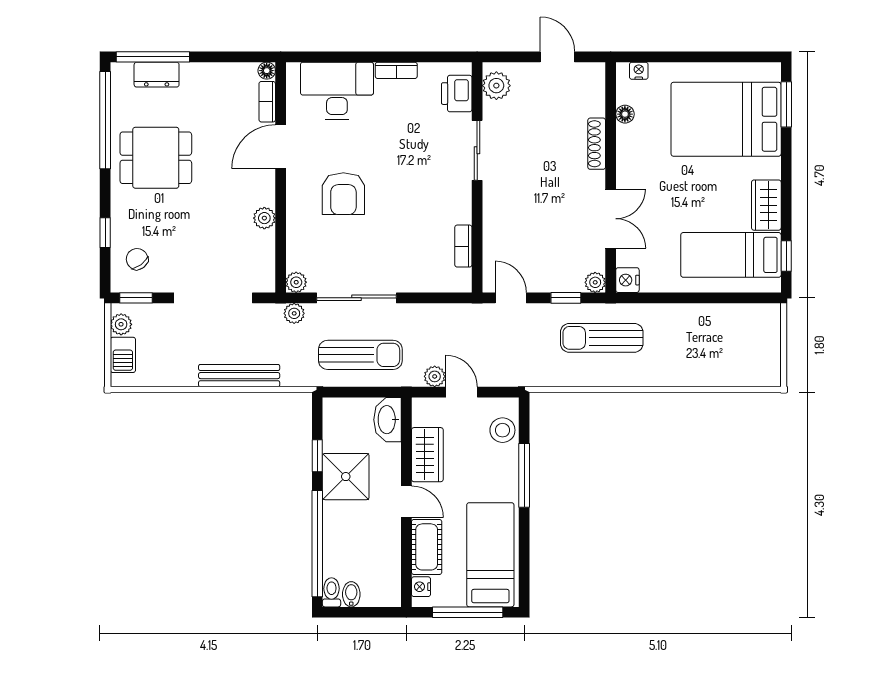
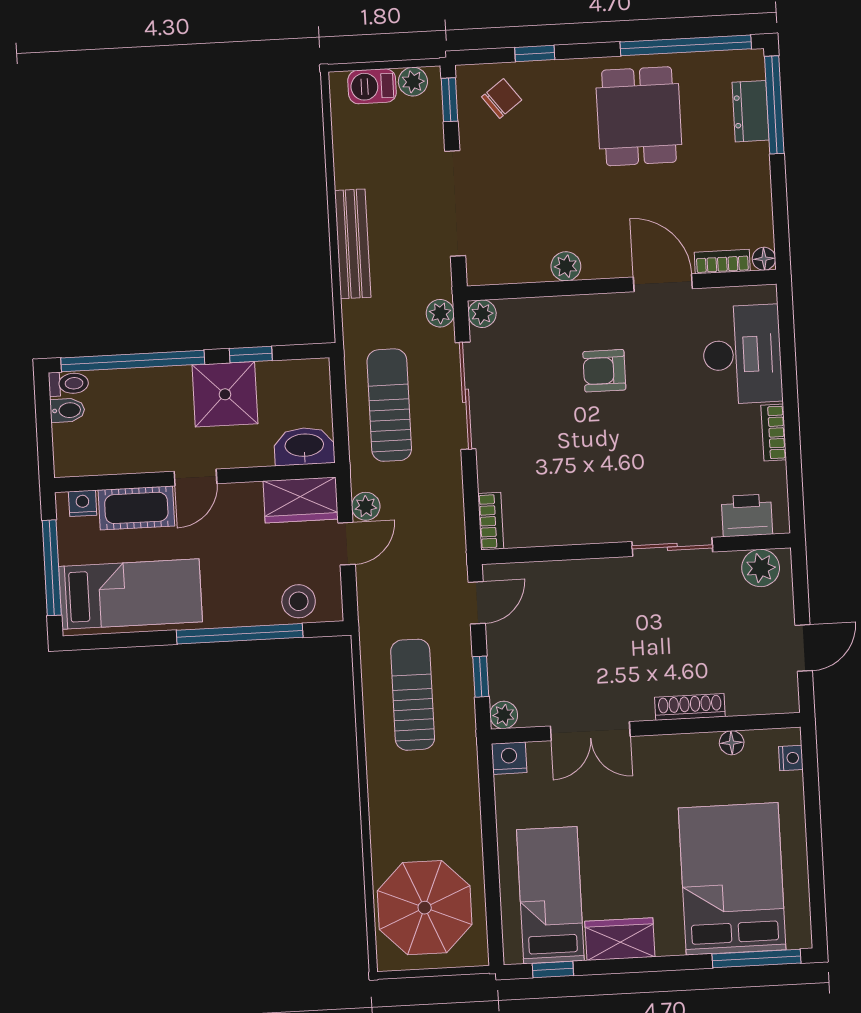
window: (786, 104) -> (756, 958), width x1.44
armchair: (343, 194) -> (604, 371), width x0.72, depth x0.72
bookcase: (463, 246) -> (491, 521), moved, turned 90
sun lounger: (602, 338) -> (413, 695), moved
parasol: (735, 349) -> (425, 908), added
sun lounger: (360, 355) -> (389, 405), turned 180
wardrobe: (427, 455) -> (301, 500), moved
window: (524, 475) -> (240, 634), width x1.46

